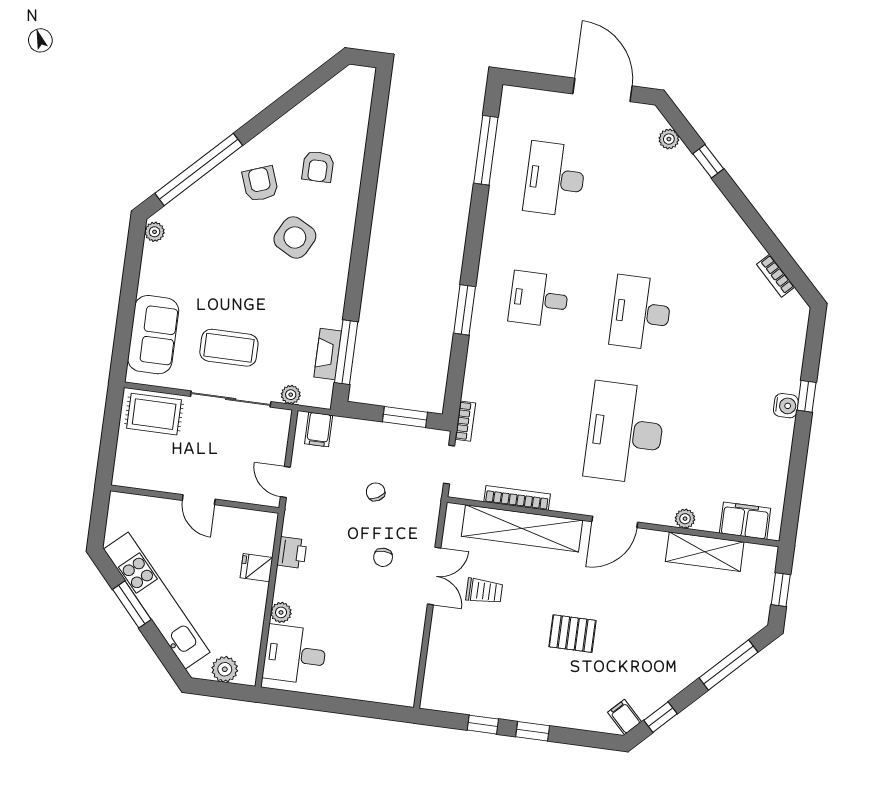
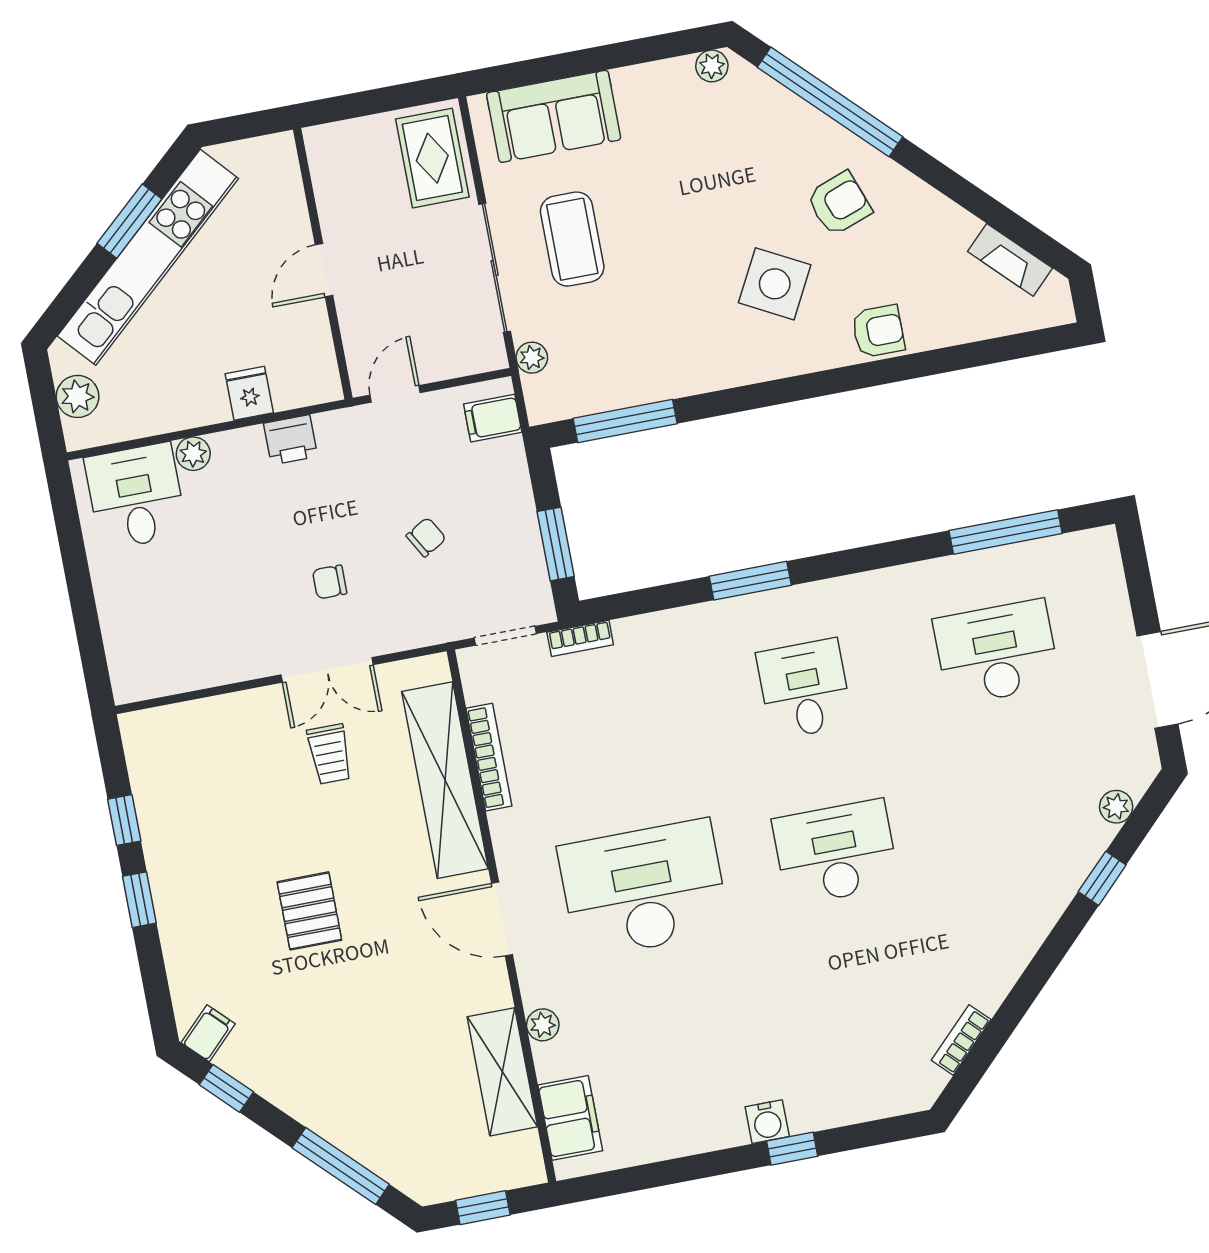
armchair: (318, 167) -> (878, 331), moved, turned 180
fireplace: (328, 354) -> (1010, 260), moved, turned -135

